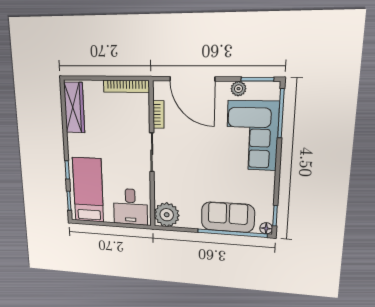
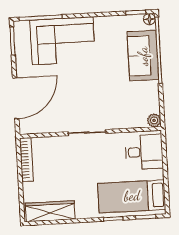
plant: (238, 89) -> (22, 57), removed
bookcase: (158, 114) -> (50, 128), removed
plant: (167, 215) -> (154, 120), width x0.53, depth x0.53

